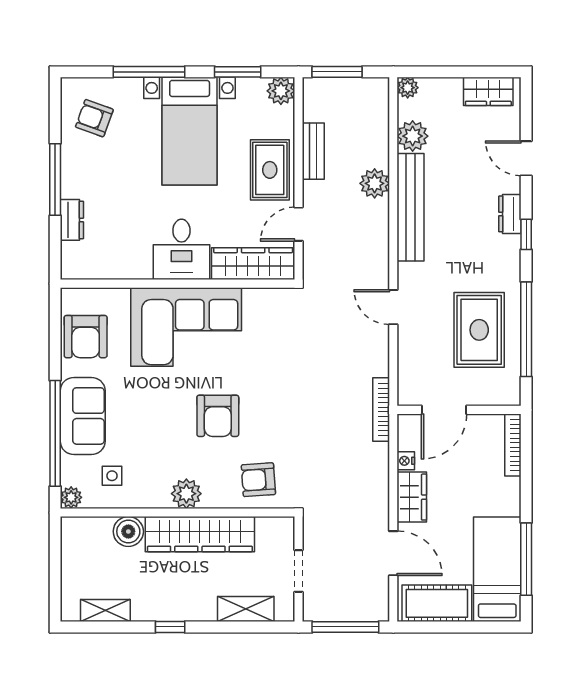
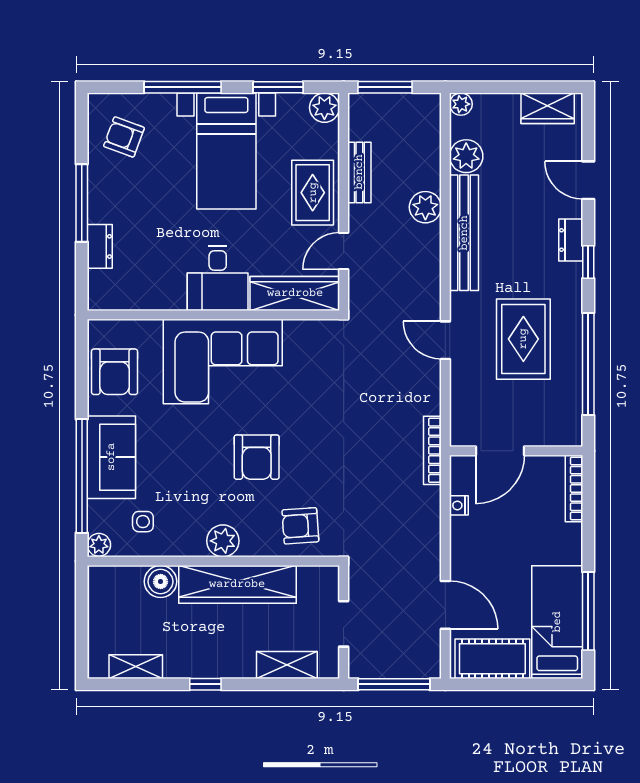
rug: (479, 330) -> (523, 339), moved
wardrobe: (412, 497) -> (465, 545), removed

